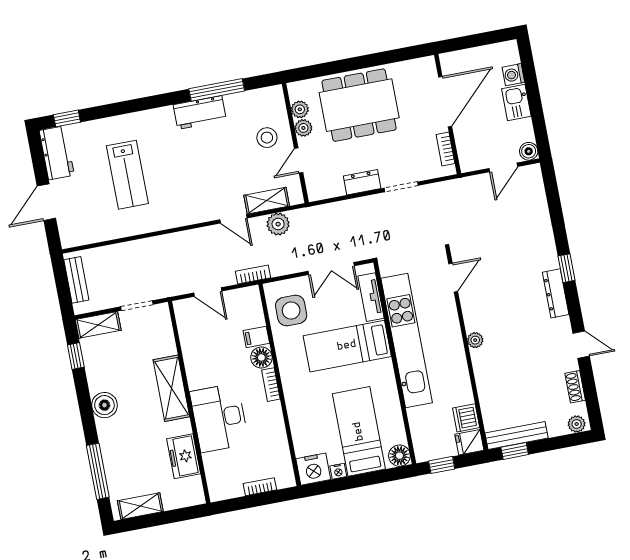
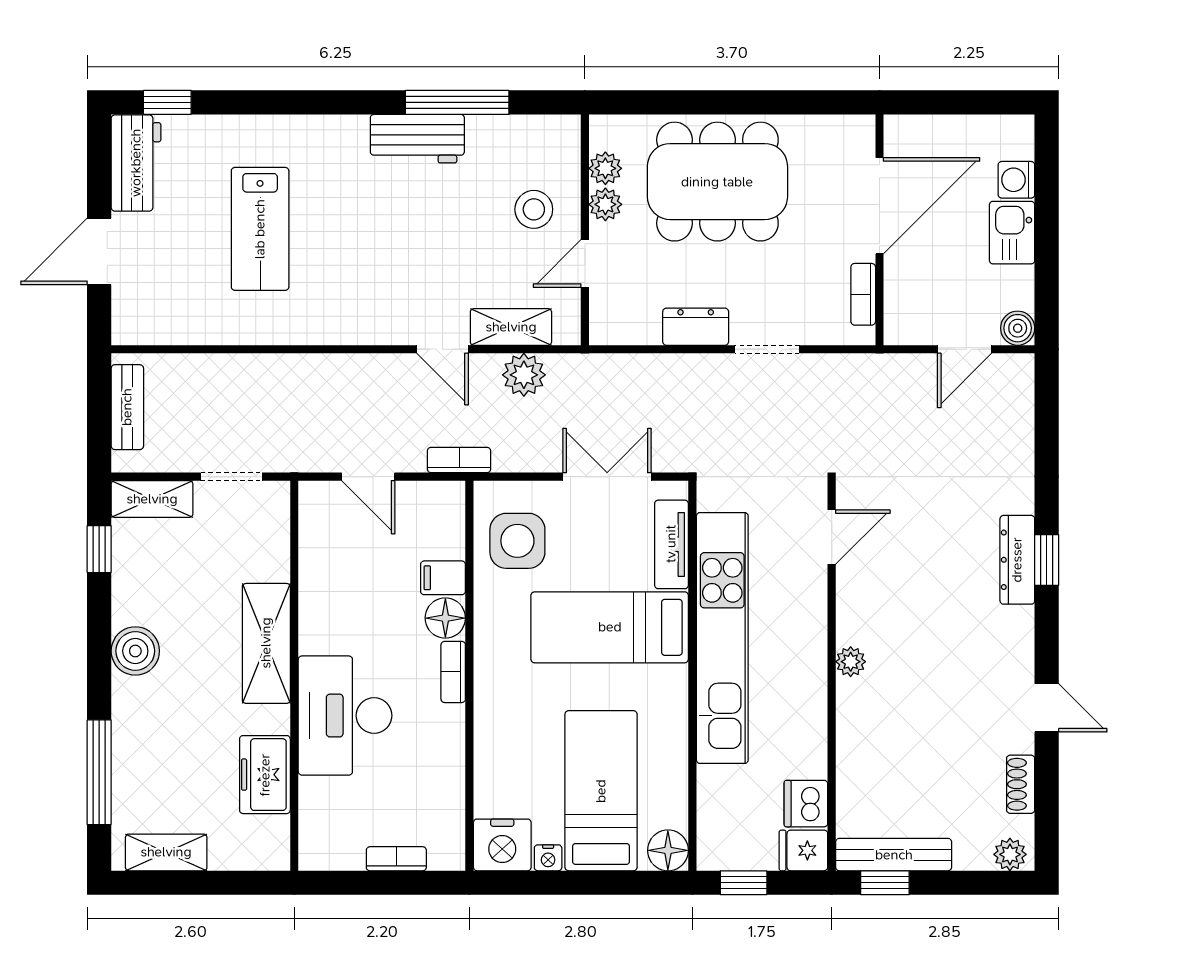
double door: (331, 268) -> (607, 477), swing flipped
dresser: (556, 293) -> (1017, 560), moved

